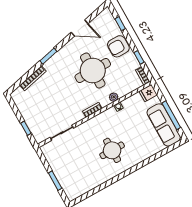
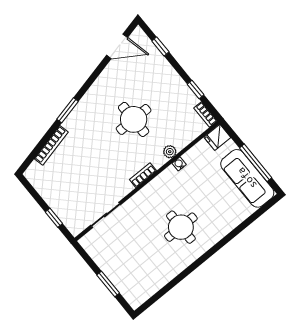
door: (80, 28) -> (117, 46), moved
armchair: (118, 46) -> (164, 79), removed
round table: (93, 71) -> (134, 119), width x0.73, depth x0.73

